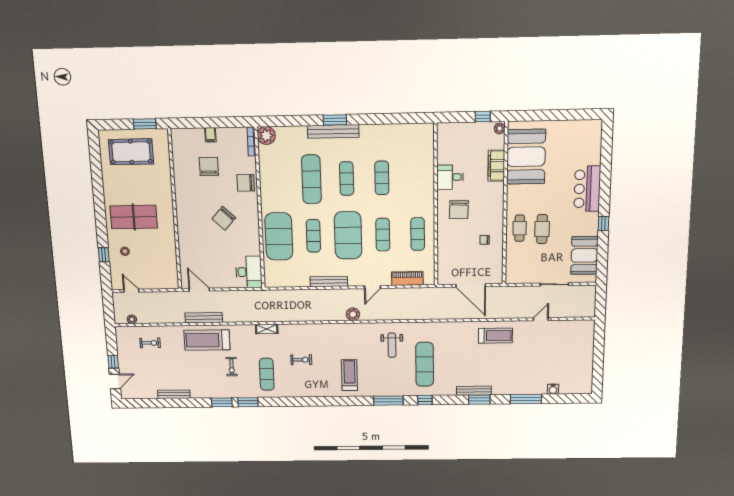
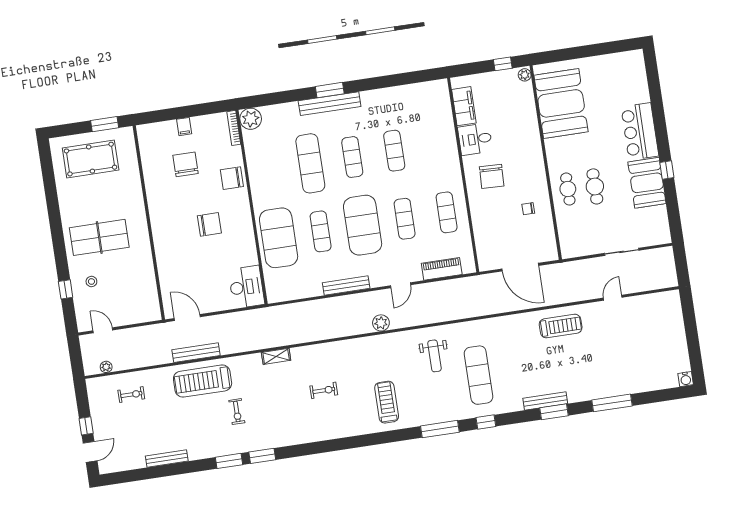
filing cabinet: (496, 166) -> (464, 106), moved, turned 180
chair: (224, 218) -> (209, 224), turned -133
booth: (584, 255) -> (647, 183), moved
exercise mat: (267, 374) -> (282, 415), removed
water cooler: (553, 389) -> (686, 379), moved

